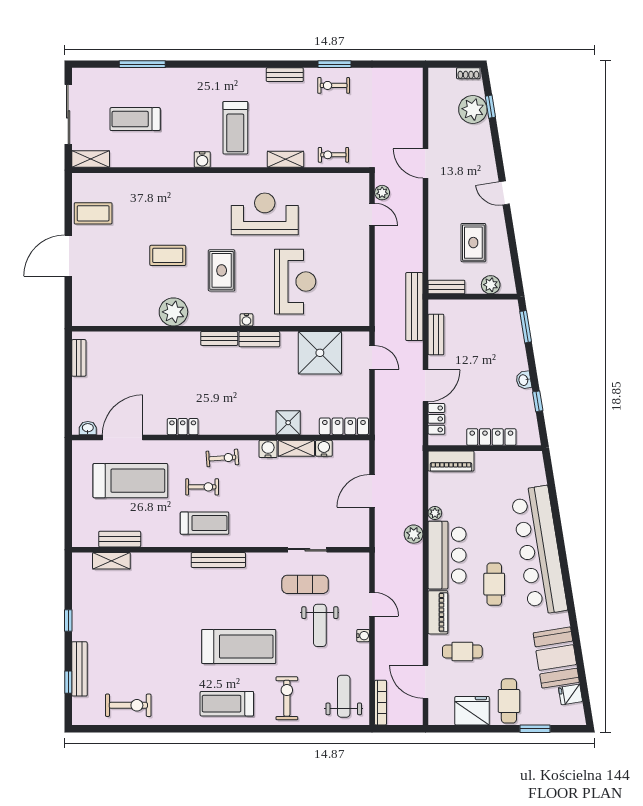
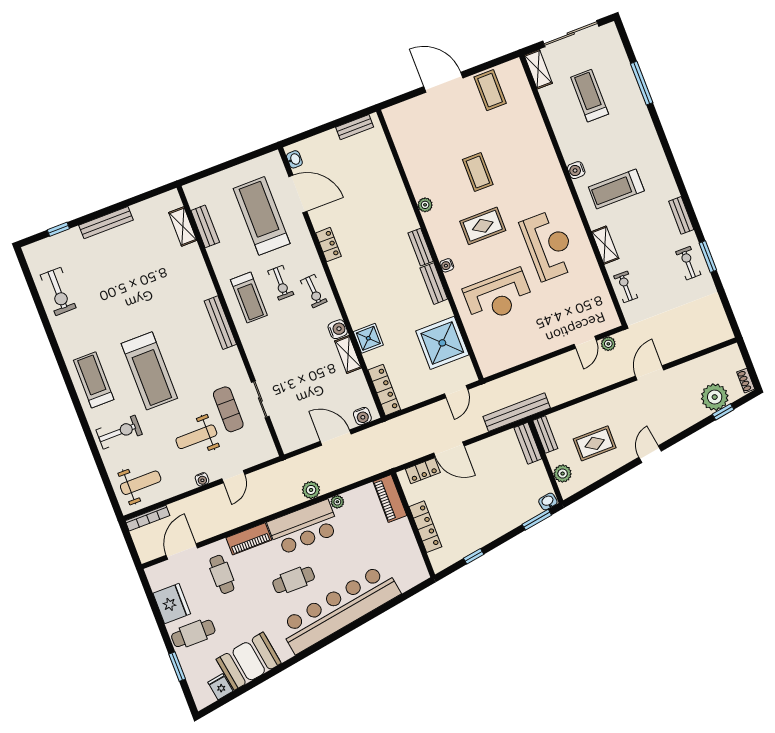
plant: (173, 312) -> (425, 205), width x0.53, depth x0.53
bench: (436, 334) -> (528, 443), moved, turned 90
washbasin: (524, 380) -> (548, 502), moved
water cooler: (324, 448) -> (362, 416), moved, turned 90
treadmill: (130, 481) -> (262, 216), turned 180
window: (68, 621) -> (114, 208), removed
bench: (79, 669) -> (106, 223), moved

